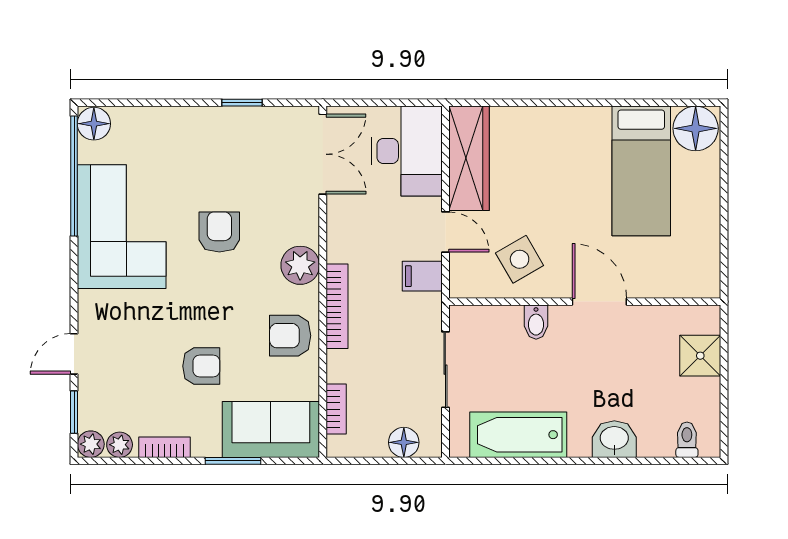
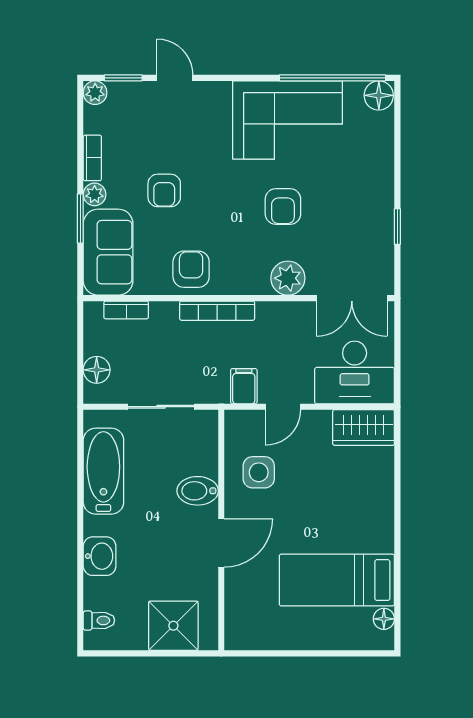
floor lamp: (696, 128) -> (384, 619), width x0.53, depth x0.53
wardrobe: (469, 158) -> (364, 428), width x0.67
armchair: (219, 232) -> (283, 206), turned 90
side table: (520, 259) -> (259, 472), turned 30
plant: (300, 265) -> (288, 278), moved
bidet: (536, 322) -> (198, 491), width x1.38, depth x1.36
shower: (700, 356) -> (173, 626), width x1.36, depth x1.36
plant: (120, 445) -> (95, 194), moved

